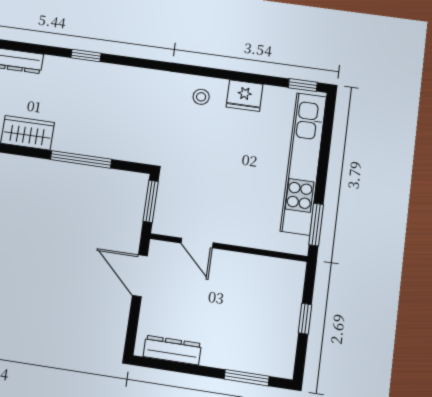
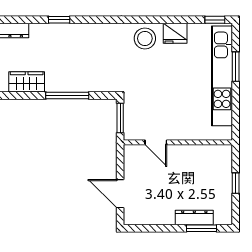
stool: (201, 97) -> (145, 38), width x1.89, depth x1.89
window: (316, 225) -> (236, 67), moved
door: (140, 276) -> (120, 194), moved
dresser: (172, 350) -> (194, 218), moved

